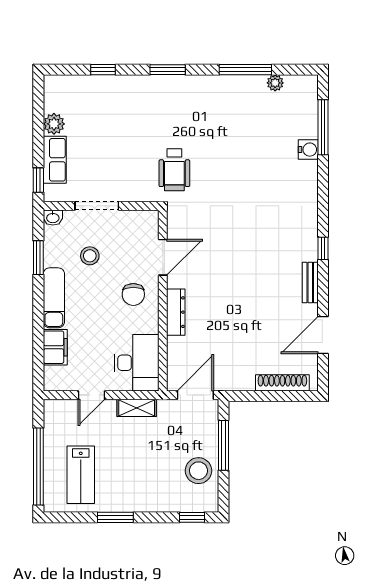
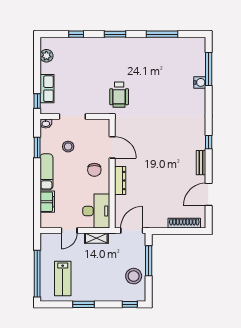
plant: (275, 83) -> (180, 42), removed
plant: (54, 124) -> (46, 56), moved
door: (163, 257) -> (112, 147), hinge flipped

